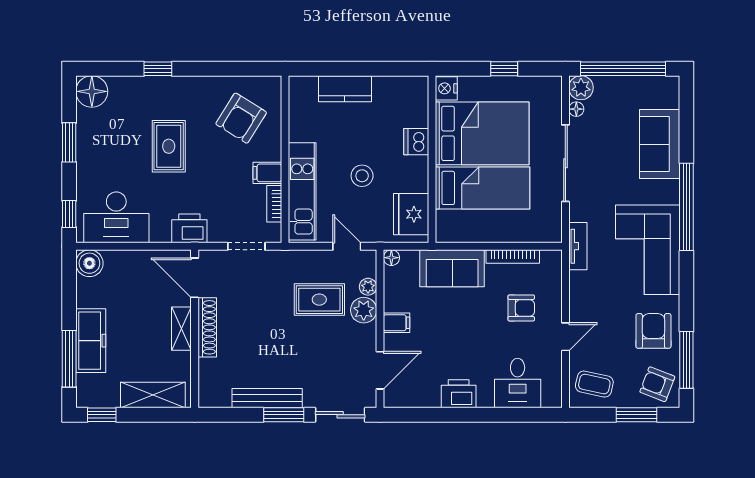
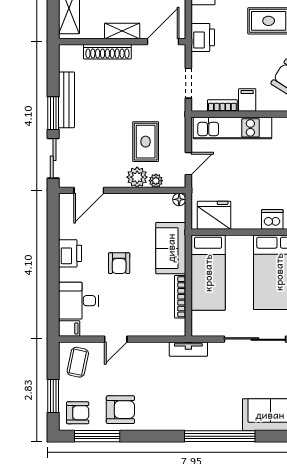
stool: (362, 176) -> (245, 176), removed
bed: (483, 188) -> (208, 273), moved
corner sofa: (648, 250) -> (186, 405), removed
armchair: (521, 308) -> (119, 263), moved
filing cabinet: (396, 323) -> (69, 328), moved, turned -90
shoe rack: (207, 327) -> (107, 52), moved
door: (565, 337) -> (116, 339), hinge flipped
door: (380, 370) -> (89, 190), hinge flipped
armchair: (657, 384) -> (78, 413), turned 69

